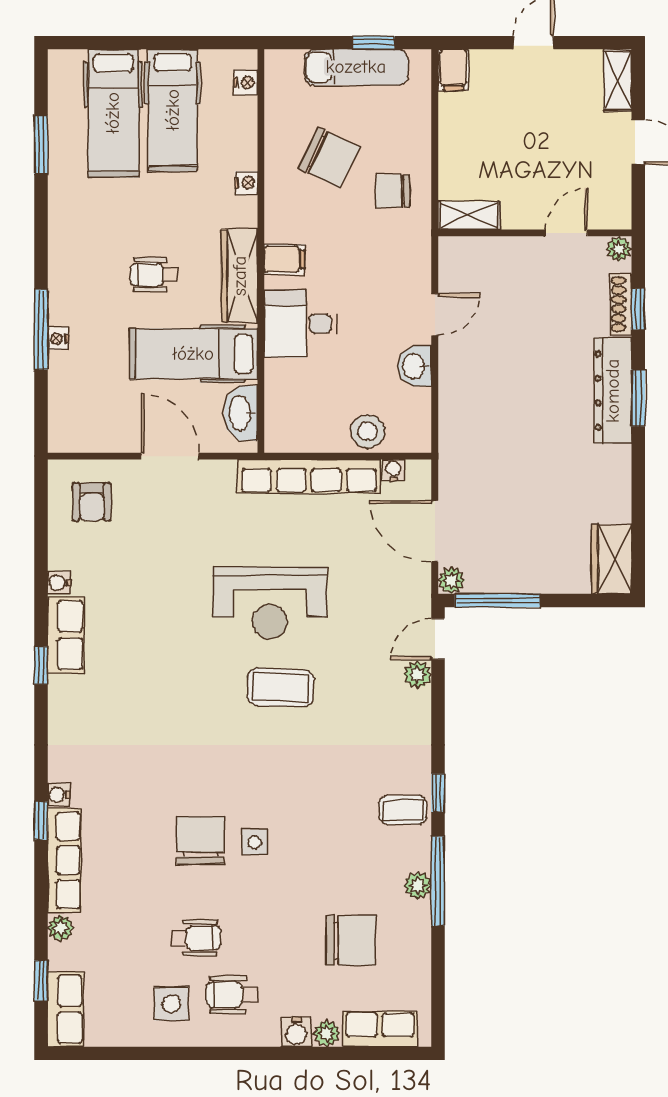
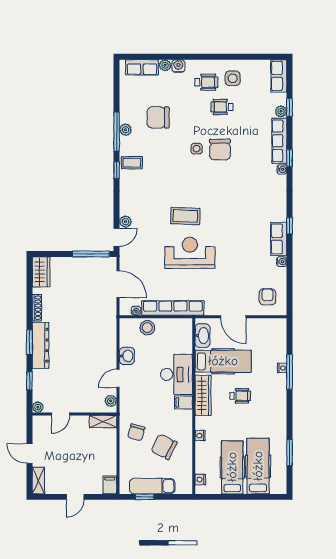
chair: (393, 191) -> (136, 432), turned 105
shoe rack: (621, 304) -> (37, 308), moved
desk: (301, 324) -> (176, 374), width x1.37
plant: (451, 581) -> (111, 401), moved
chair: (351, 940) -> (158, 117), moved
window: (41, 981) -> (290, 107), moved

